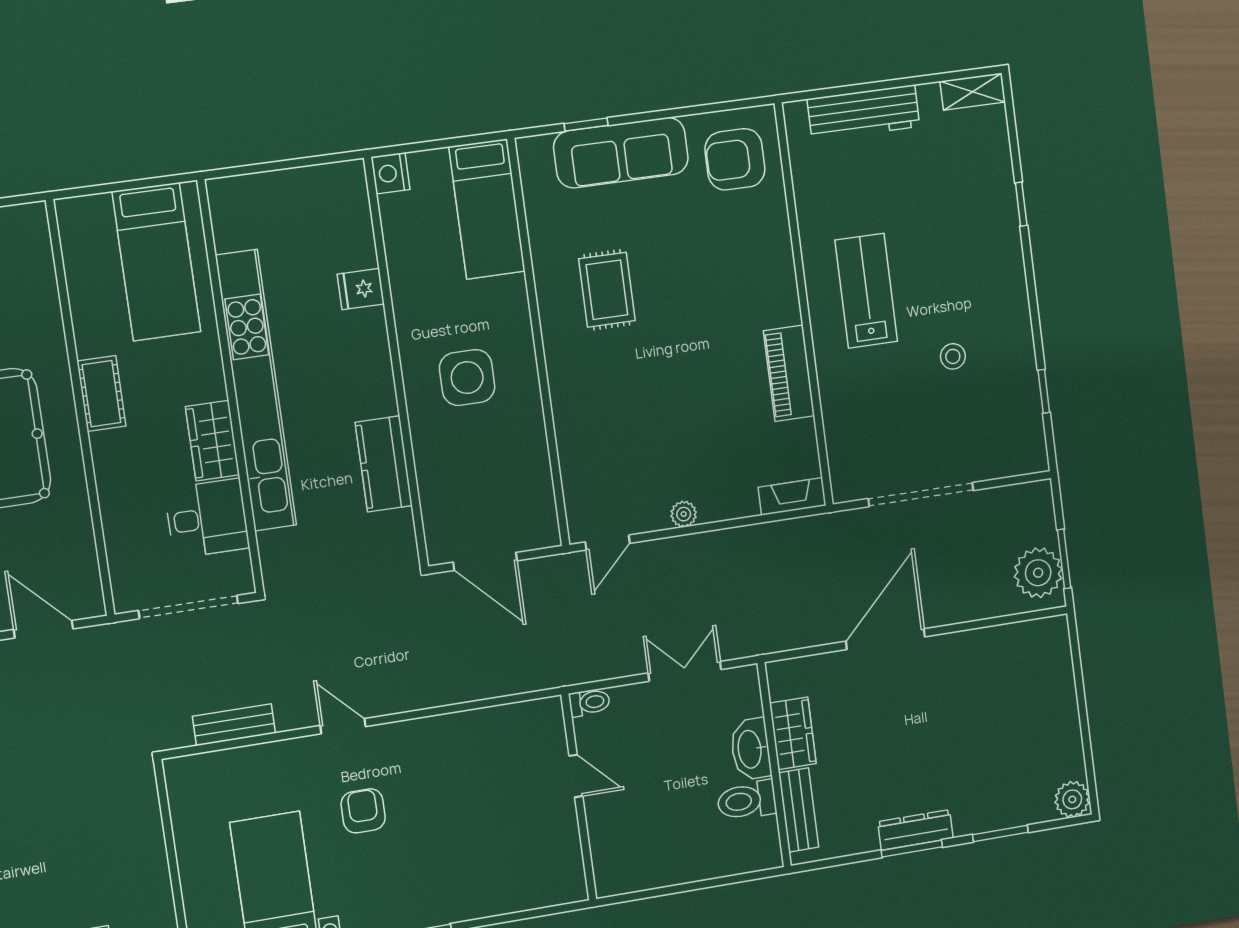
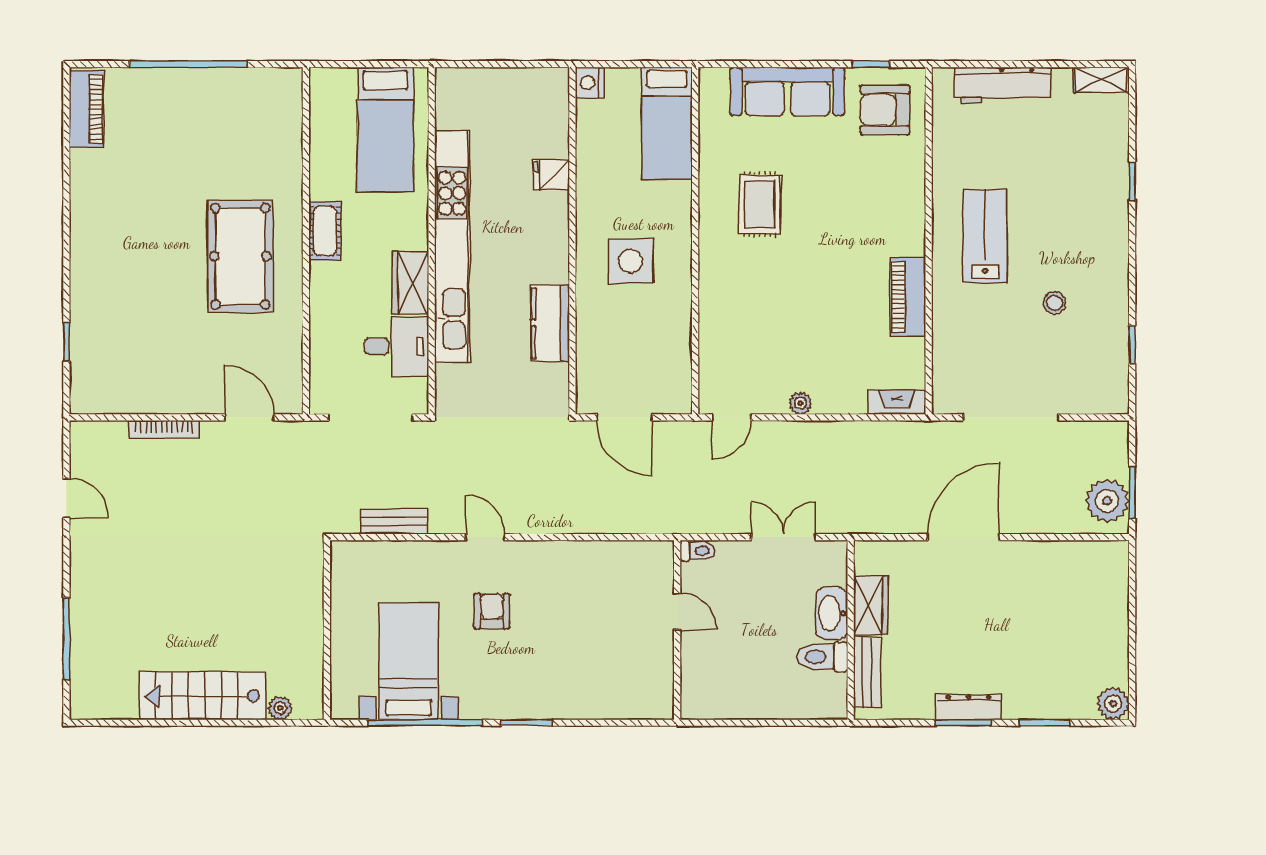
window: (586, 125) -> (871, 64), moved

